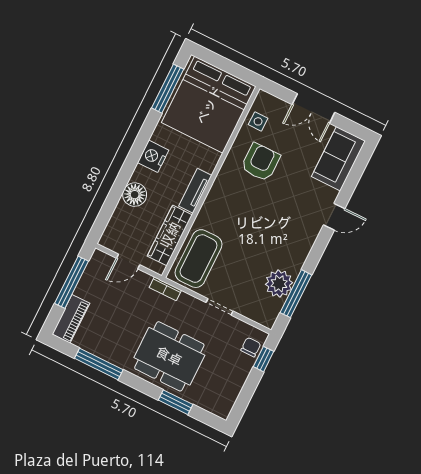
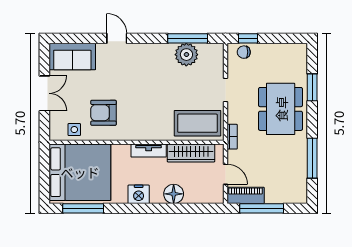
piano: (71, 319) -> (246, 195), moved

